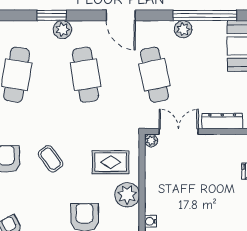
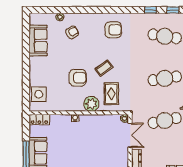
coffee table: (51, 159) -> (104, 68), moved

